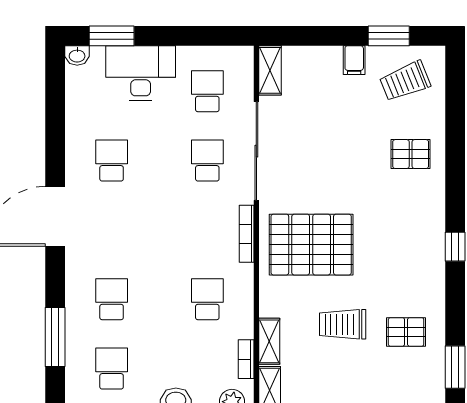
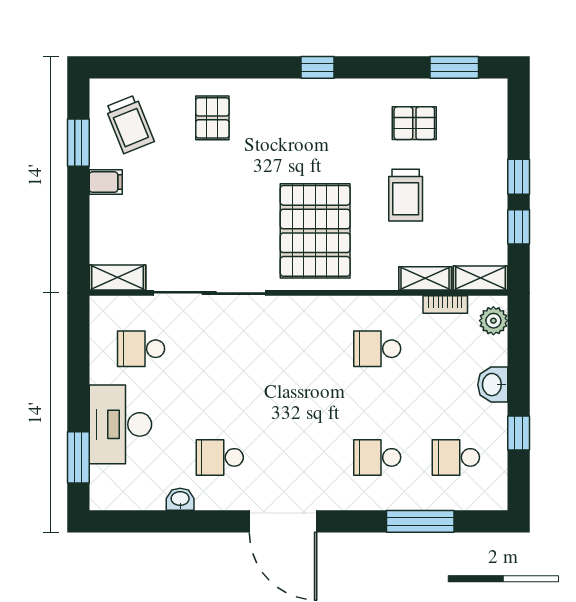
washbasin: (77, 55) -> (180, 499), moved, turned -90
school desk: (207, 161) -> (220, 349), removed
bookcase: (247, 234) -> (303, 304), removed
pallet: (406, 332) -> (414, 123), turned 90

